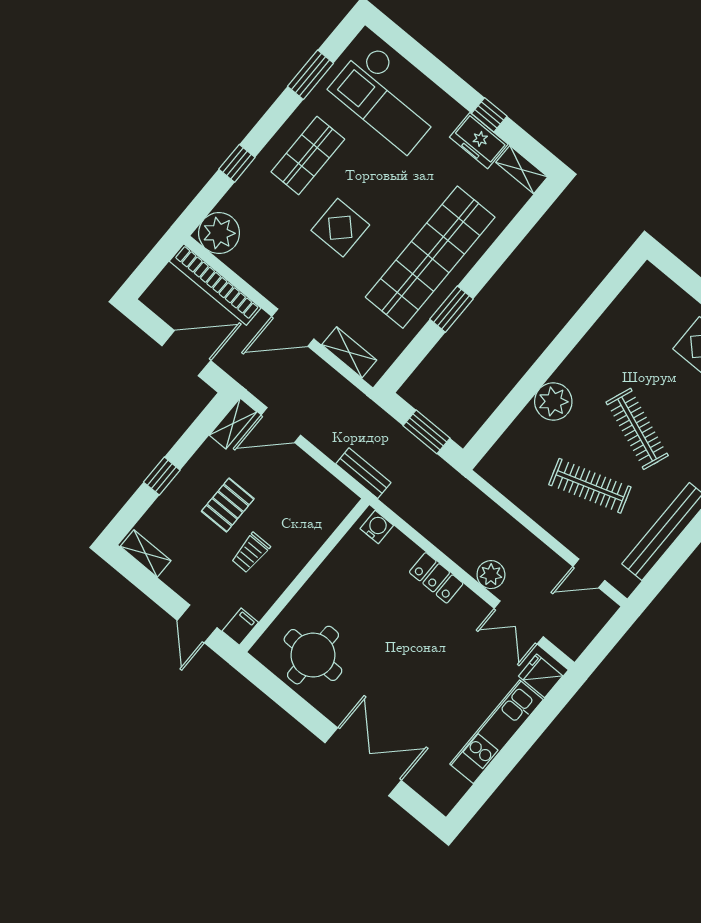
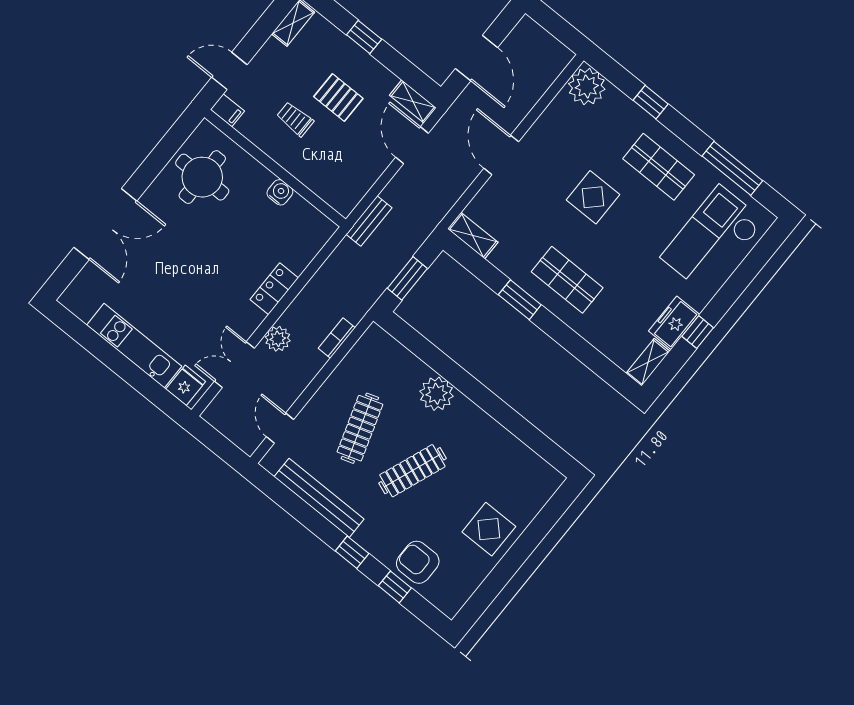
window: (310, 75) -> (732, 168), width x1.44
shop shelf: (430, 257) -> (567, 280), width x0.50, depth x0.74
bookcase: (215, 285) -> (337, 338), moved, width x0.43, depth x0.76
shelving: (349, 352) -> (473, 236), moved, turned 90
water cooler: (377, 527) -> (280, 192), moved, turned -90

